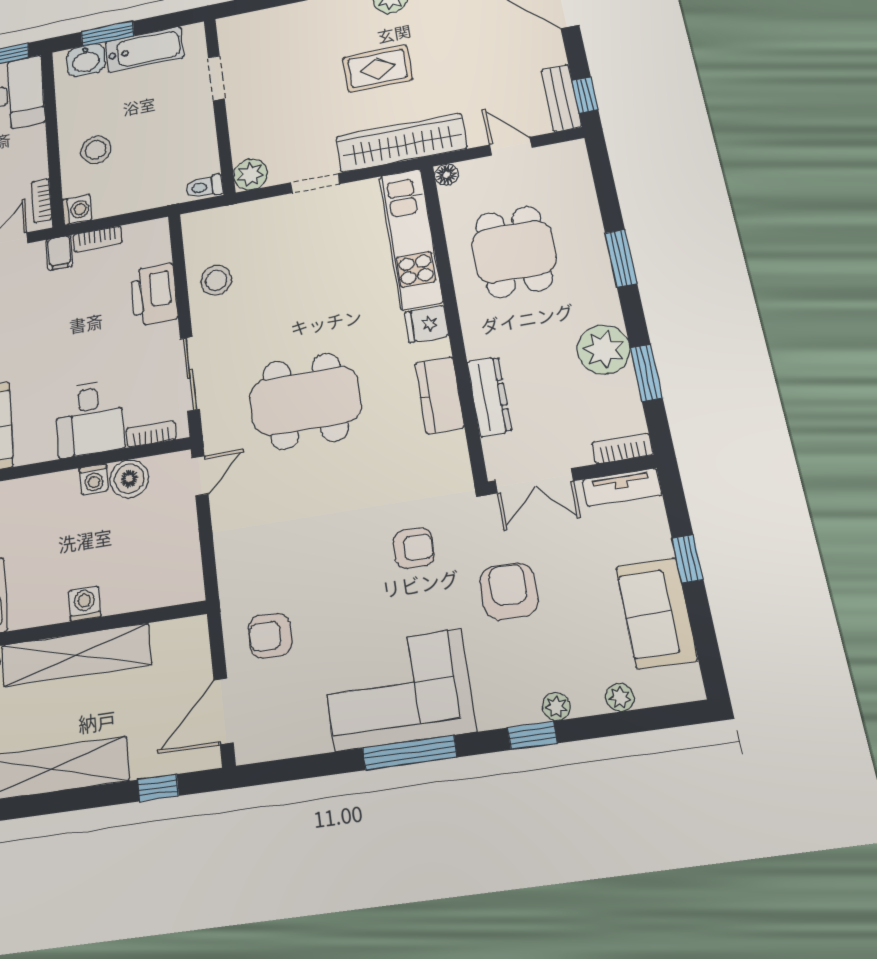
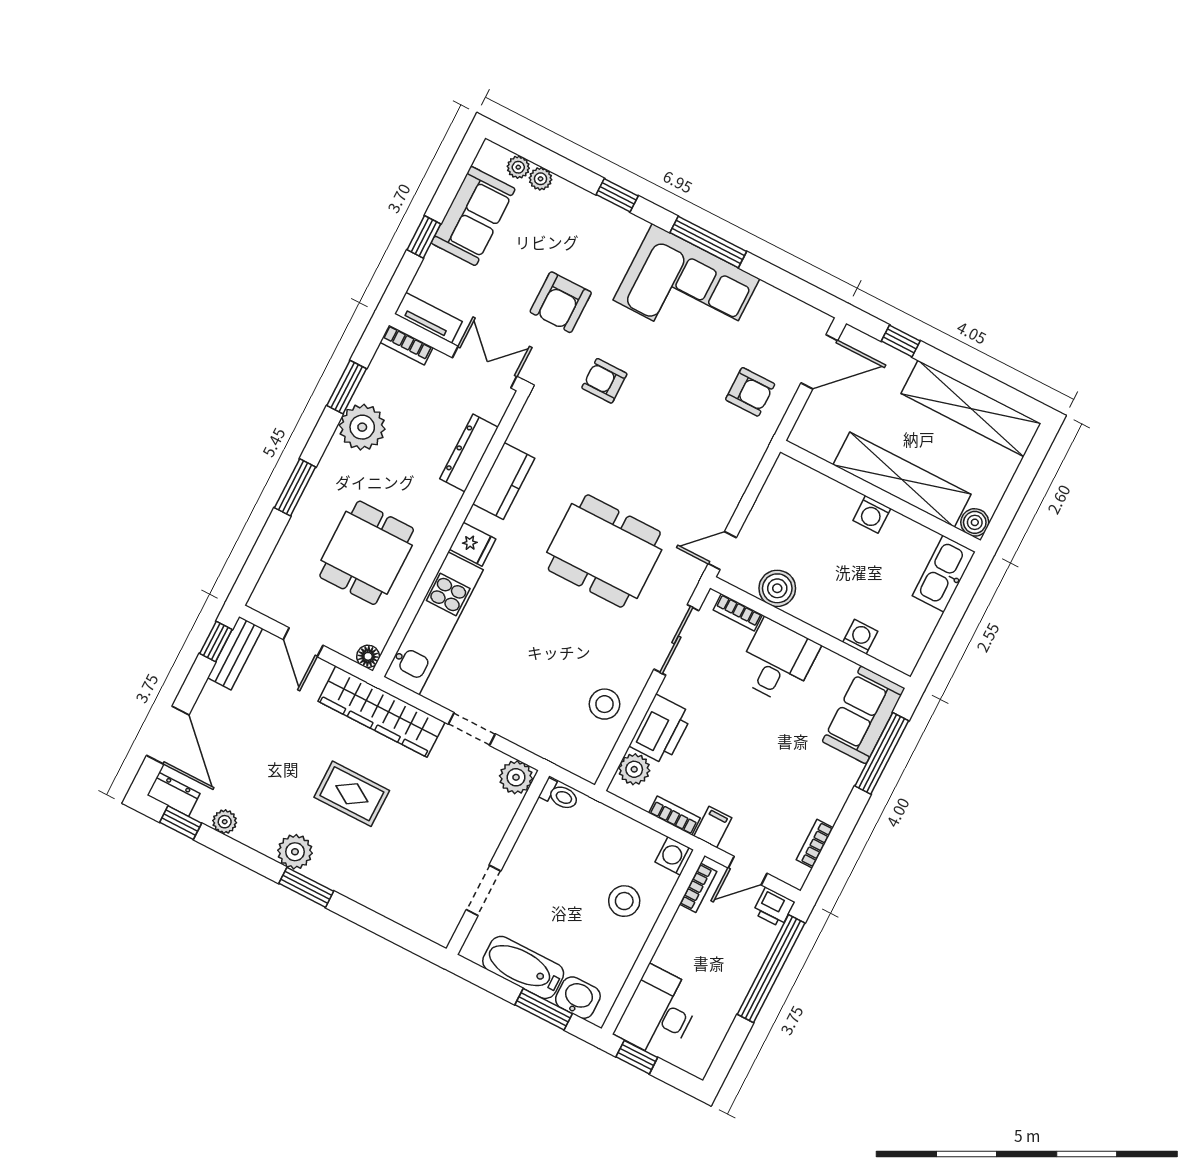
plant: (155, 249) -> (634, 769), added
washing machine: (94, 479) -> (860, 637), moved
plant: (556, 707) -> (518, 167), moved

